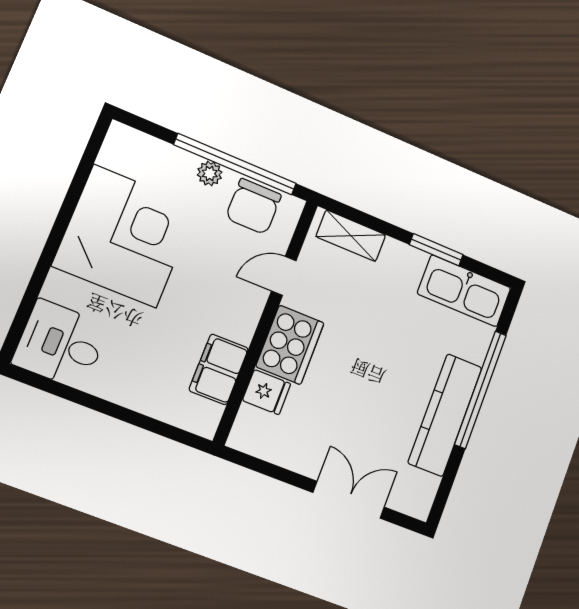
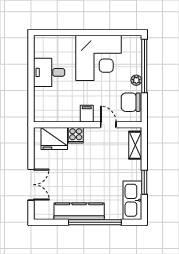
window: (235, 164) -> (144, 66), moved
desk: (61, 344) -> (49, 72), moved, turned -90
cooker: (290, 345) -> (76, 135), width x0.53, depth x0.76
filing cabinet: (219, 369) -> (87, 114), moved, width x0.50
fridge: (267, 392) -> (54, 138), width x1.88, depth x1.34

